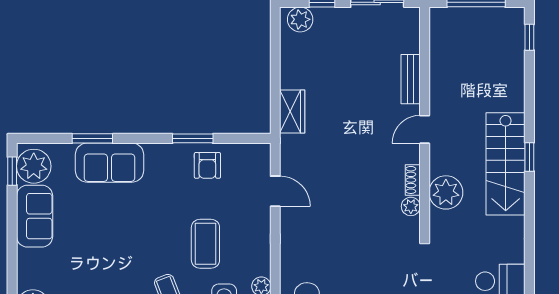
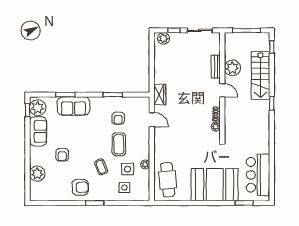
wardrobe: (292, 112) -> (160, 95), moved
door: (425, 129) -> (222, 90), swing flipped
stairs: (506, 164) -> (261, 76), moved
armchair: (207, 165) -> (118, 118), moved
plant: (446, 192) -> (232, 68), moved
armchair: (86, 266) -> (62, 155), added

